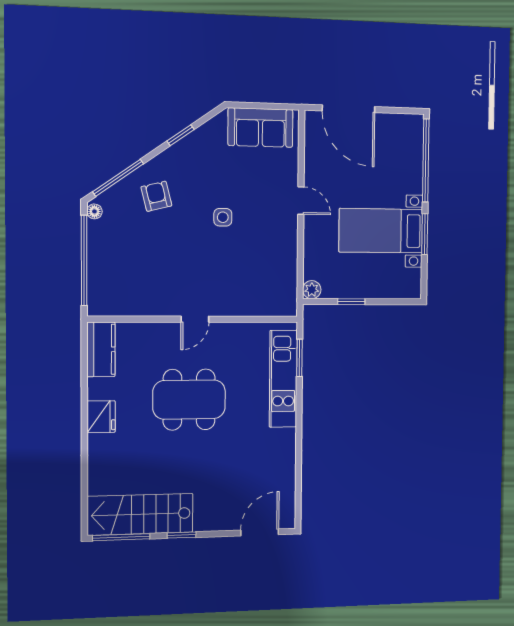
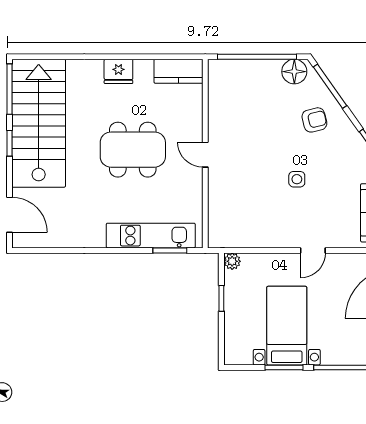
floor lamp: (94, 211) -> (294, 72), width x1.89, depth x1.89
dining table: (189, 400) -> (133, 150), turned 90
stairs: (140, 514) -> (39, 123), width x1.36, depth x1.51

